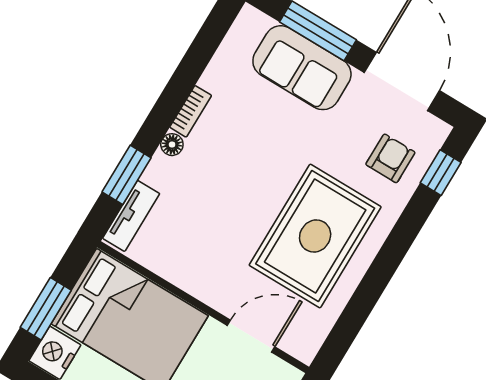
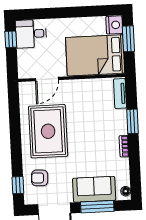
floor lamp: (172, 145) -> (126, 191), moved
armchair: (390, 158) -> (40, 178), turned 93
window: (126, 175) -> (132, 121), moved

